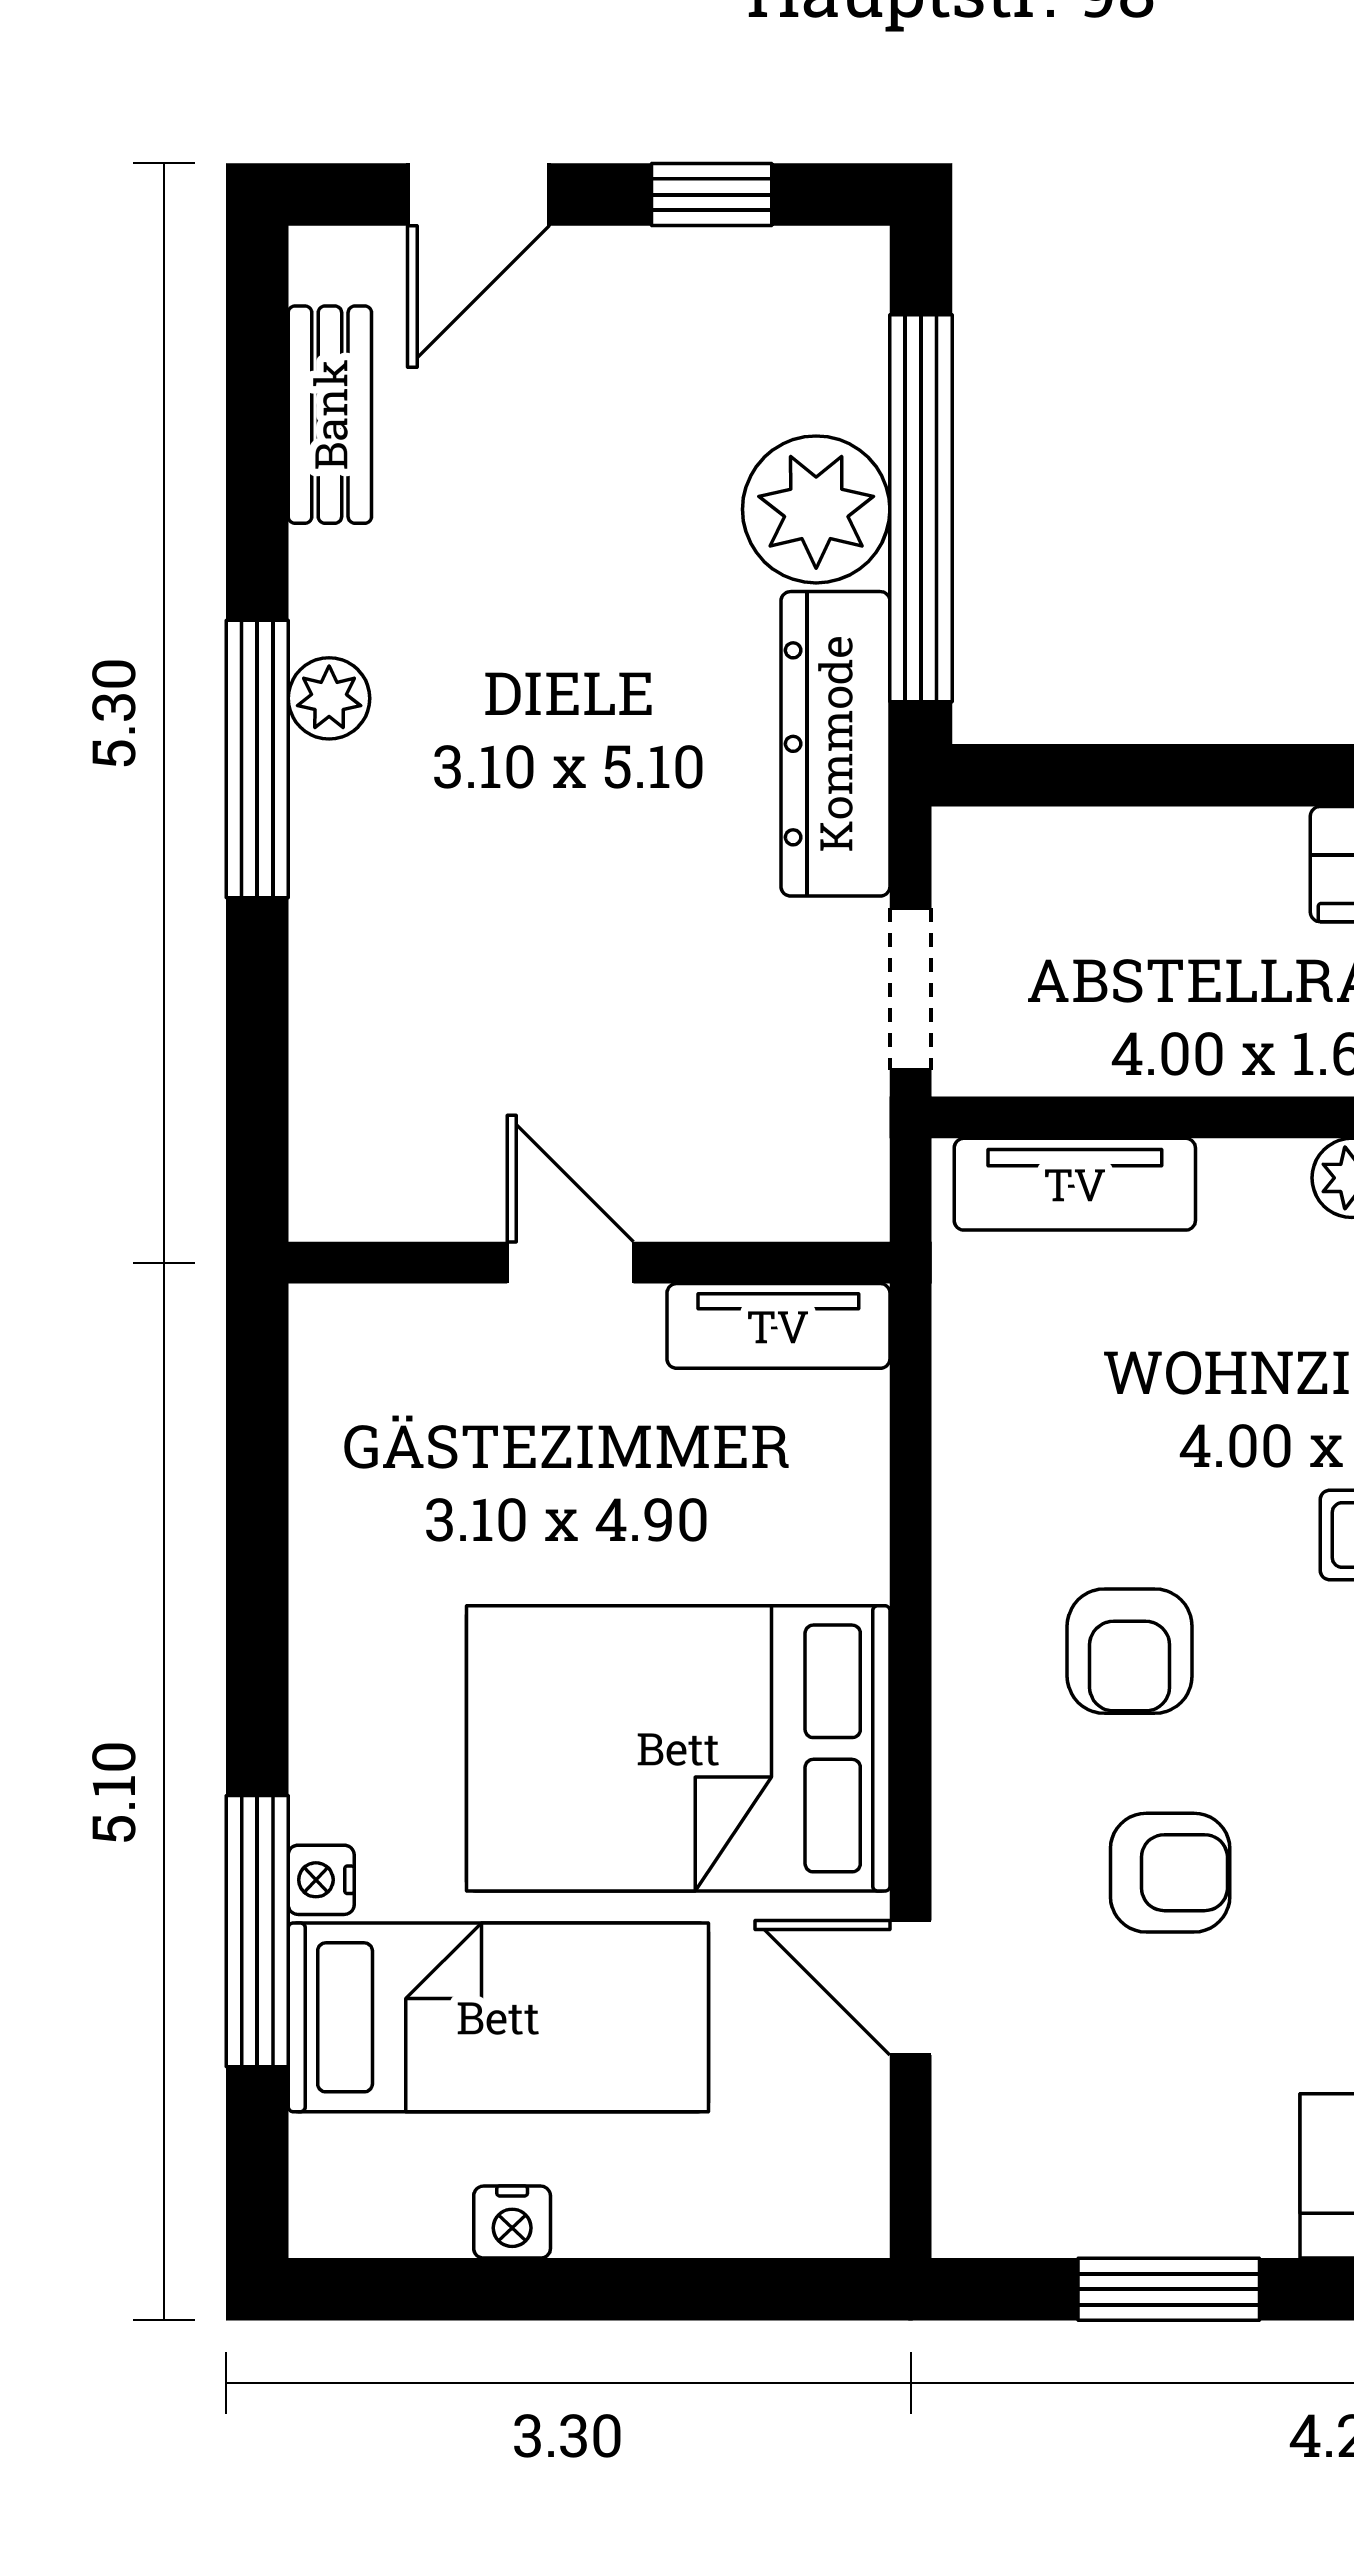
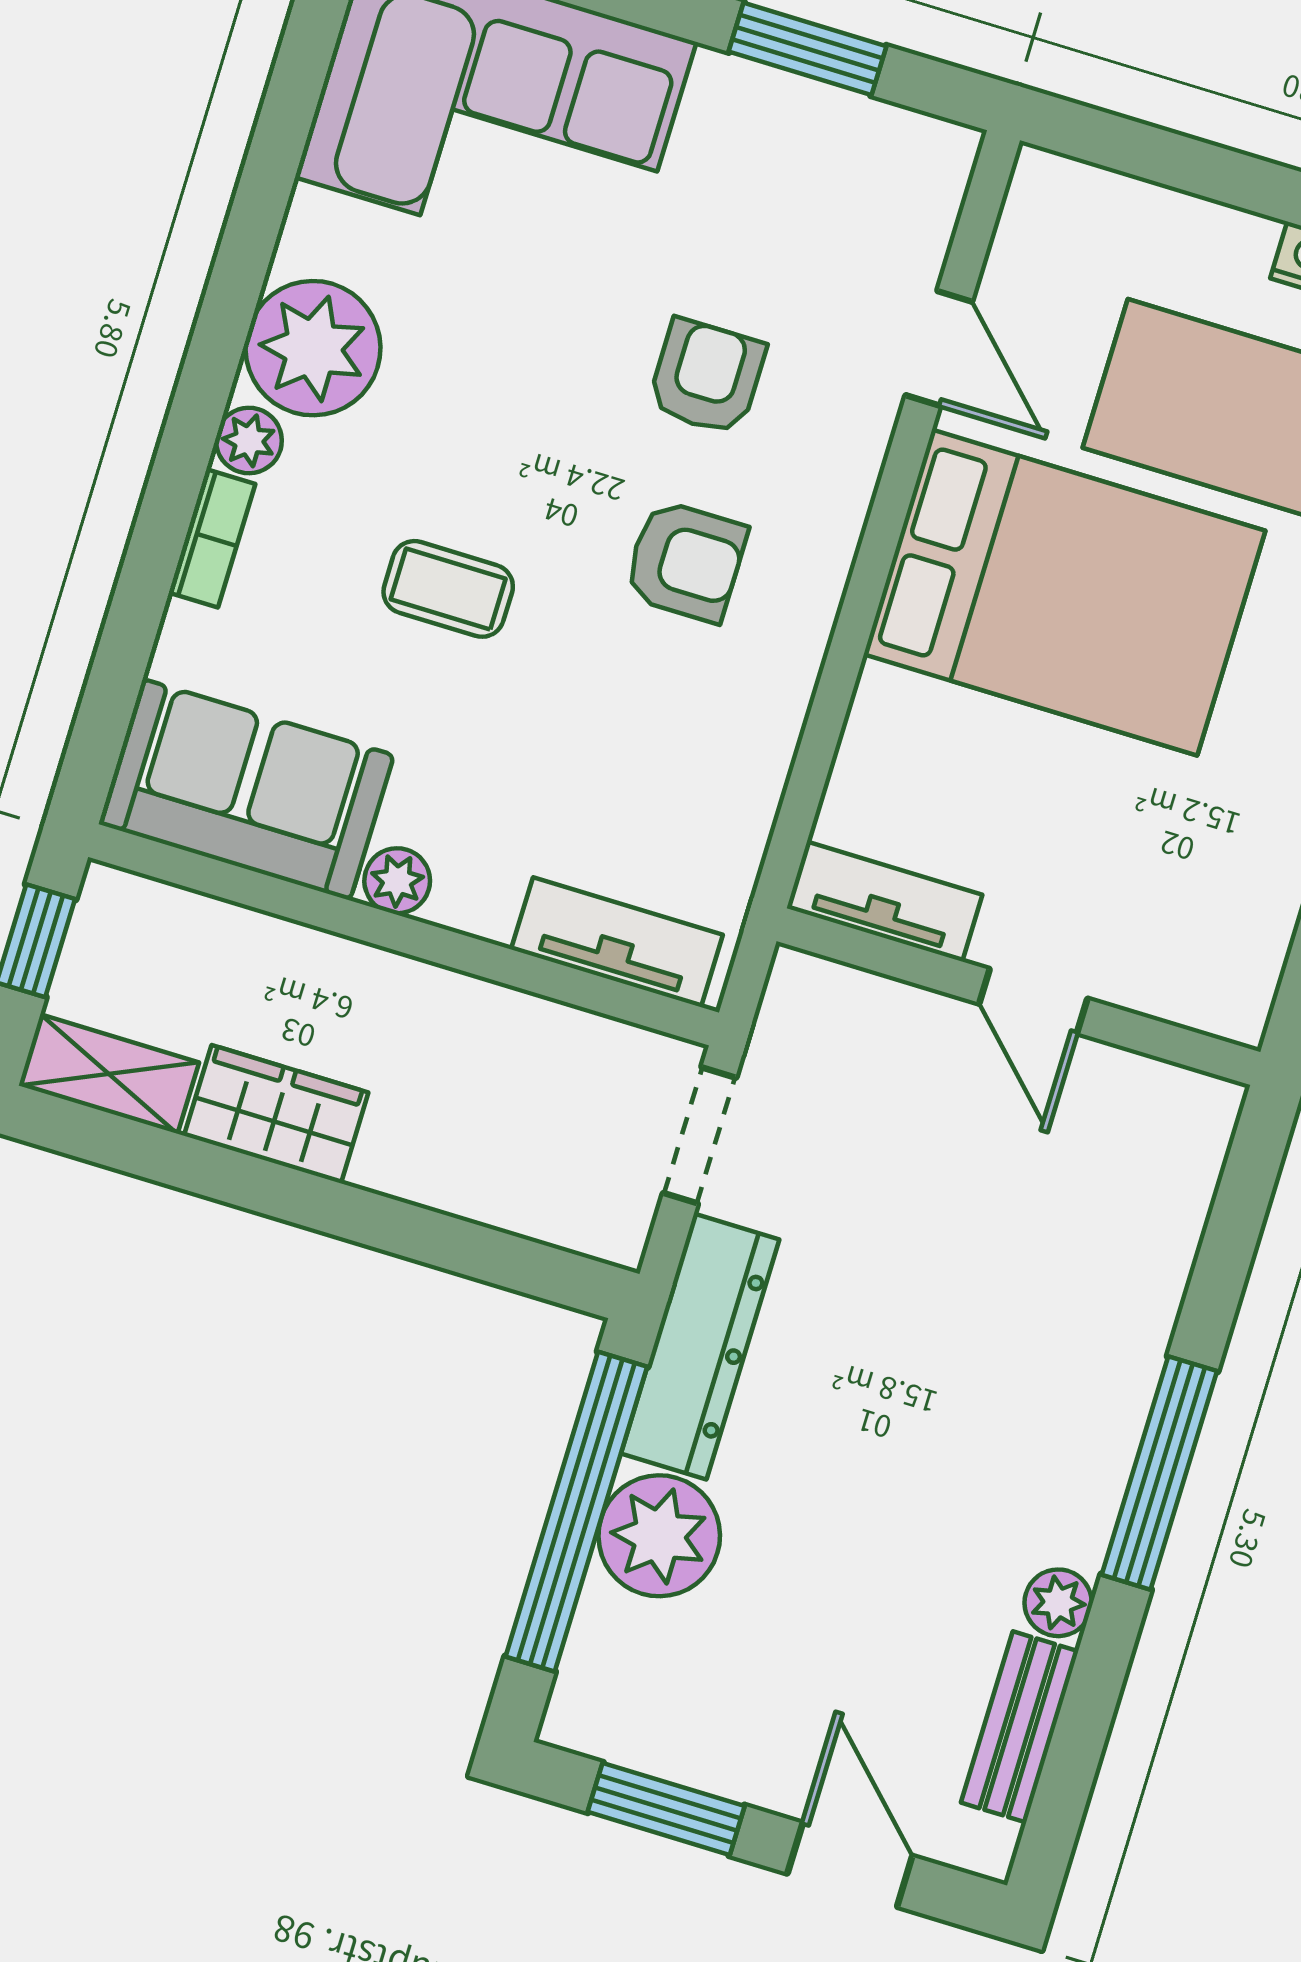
door: (479, 195) -> (850, 1865), hinge flipped
window: (712, 195) -> (666, 1809), width x1.50
plant: (329, 698) -> (1058, 1603), moved
armchair: (1130, 1651) -> (686, 561), turned 90
armchair: (1170, 1873) -> (707, 377), turned 90

